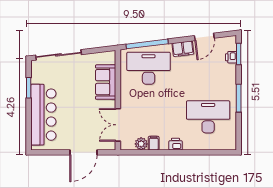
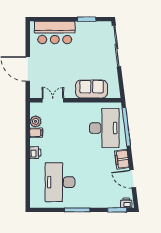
printer: (231, 57) -> (126, 203), moved
bar counter: (43, 115) -> (55, 33), width x0.73
desk: (208, 117) -> (60, 182), turned 180
double door: (118, 125) -> (53, 100), width x0.73

